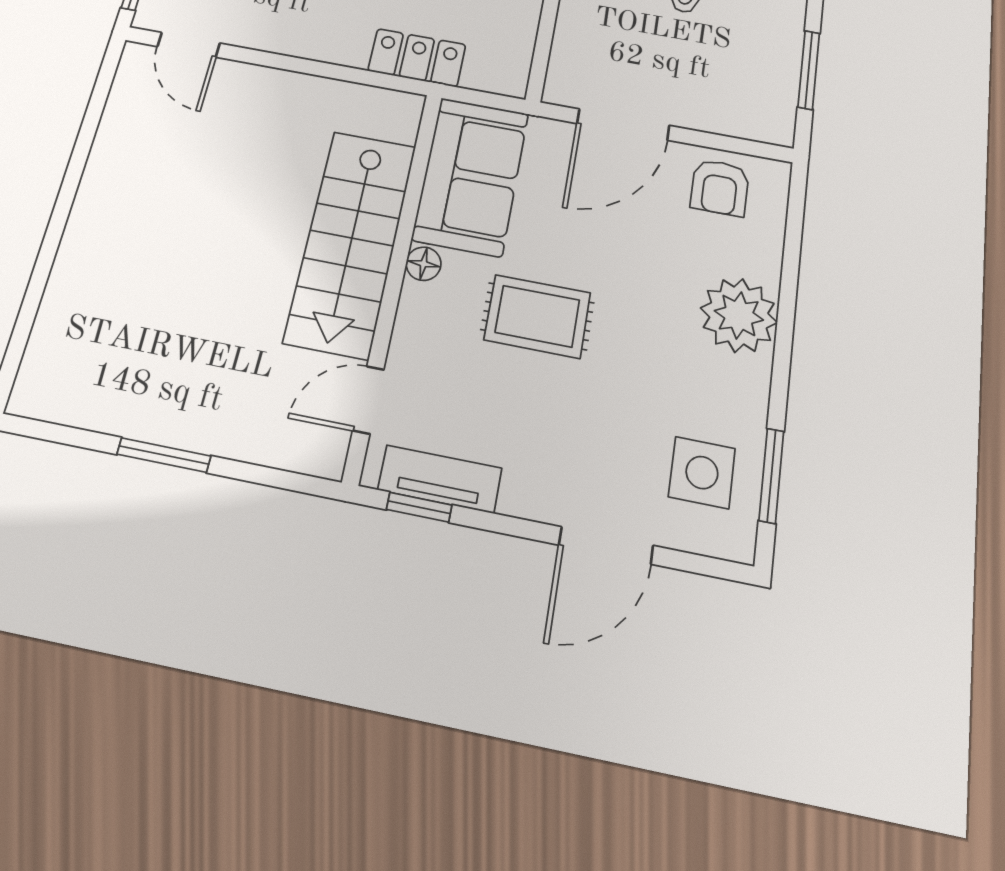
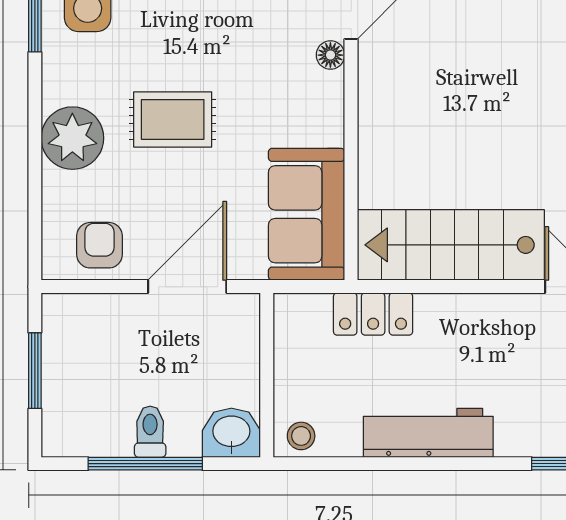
stairs: (351, 242) -> (451, 245), moved, turned -90
floor lamp: (424, 264) -> (330, 55), moved
rug: (537, 316) -> (173, 119), moved

